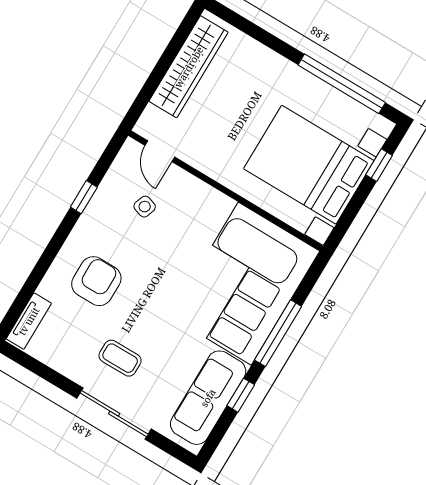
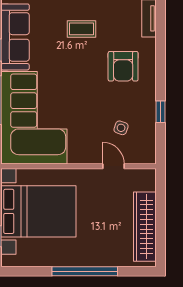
window: (342, 84) -> (85, 271), moved
door: (160, 151) -> (113, 166), moved

